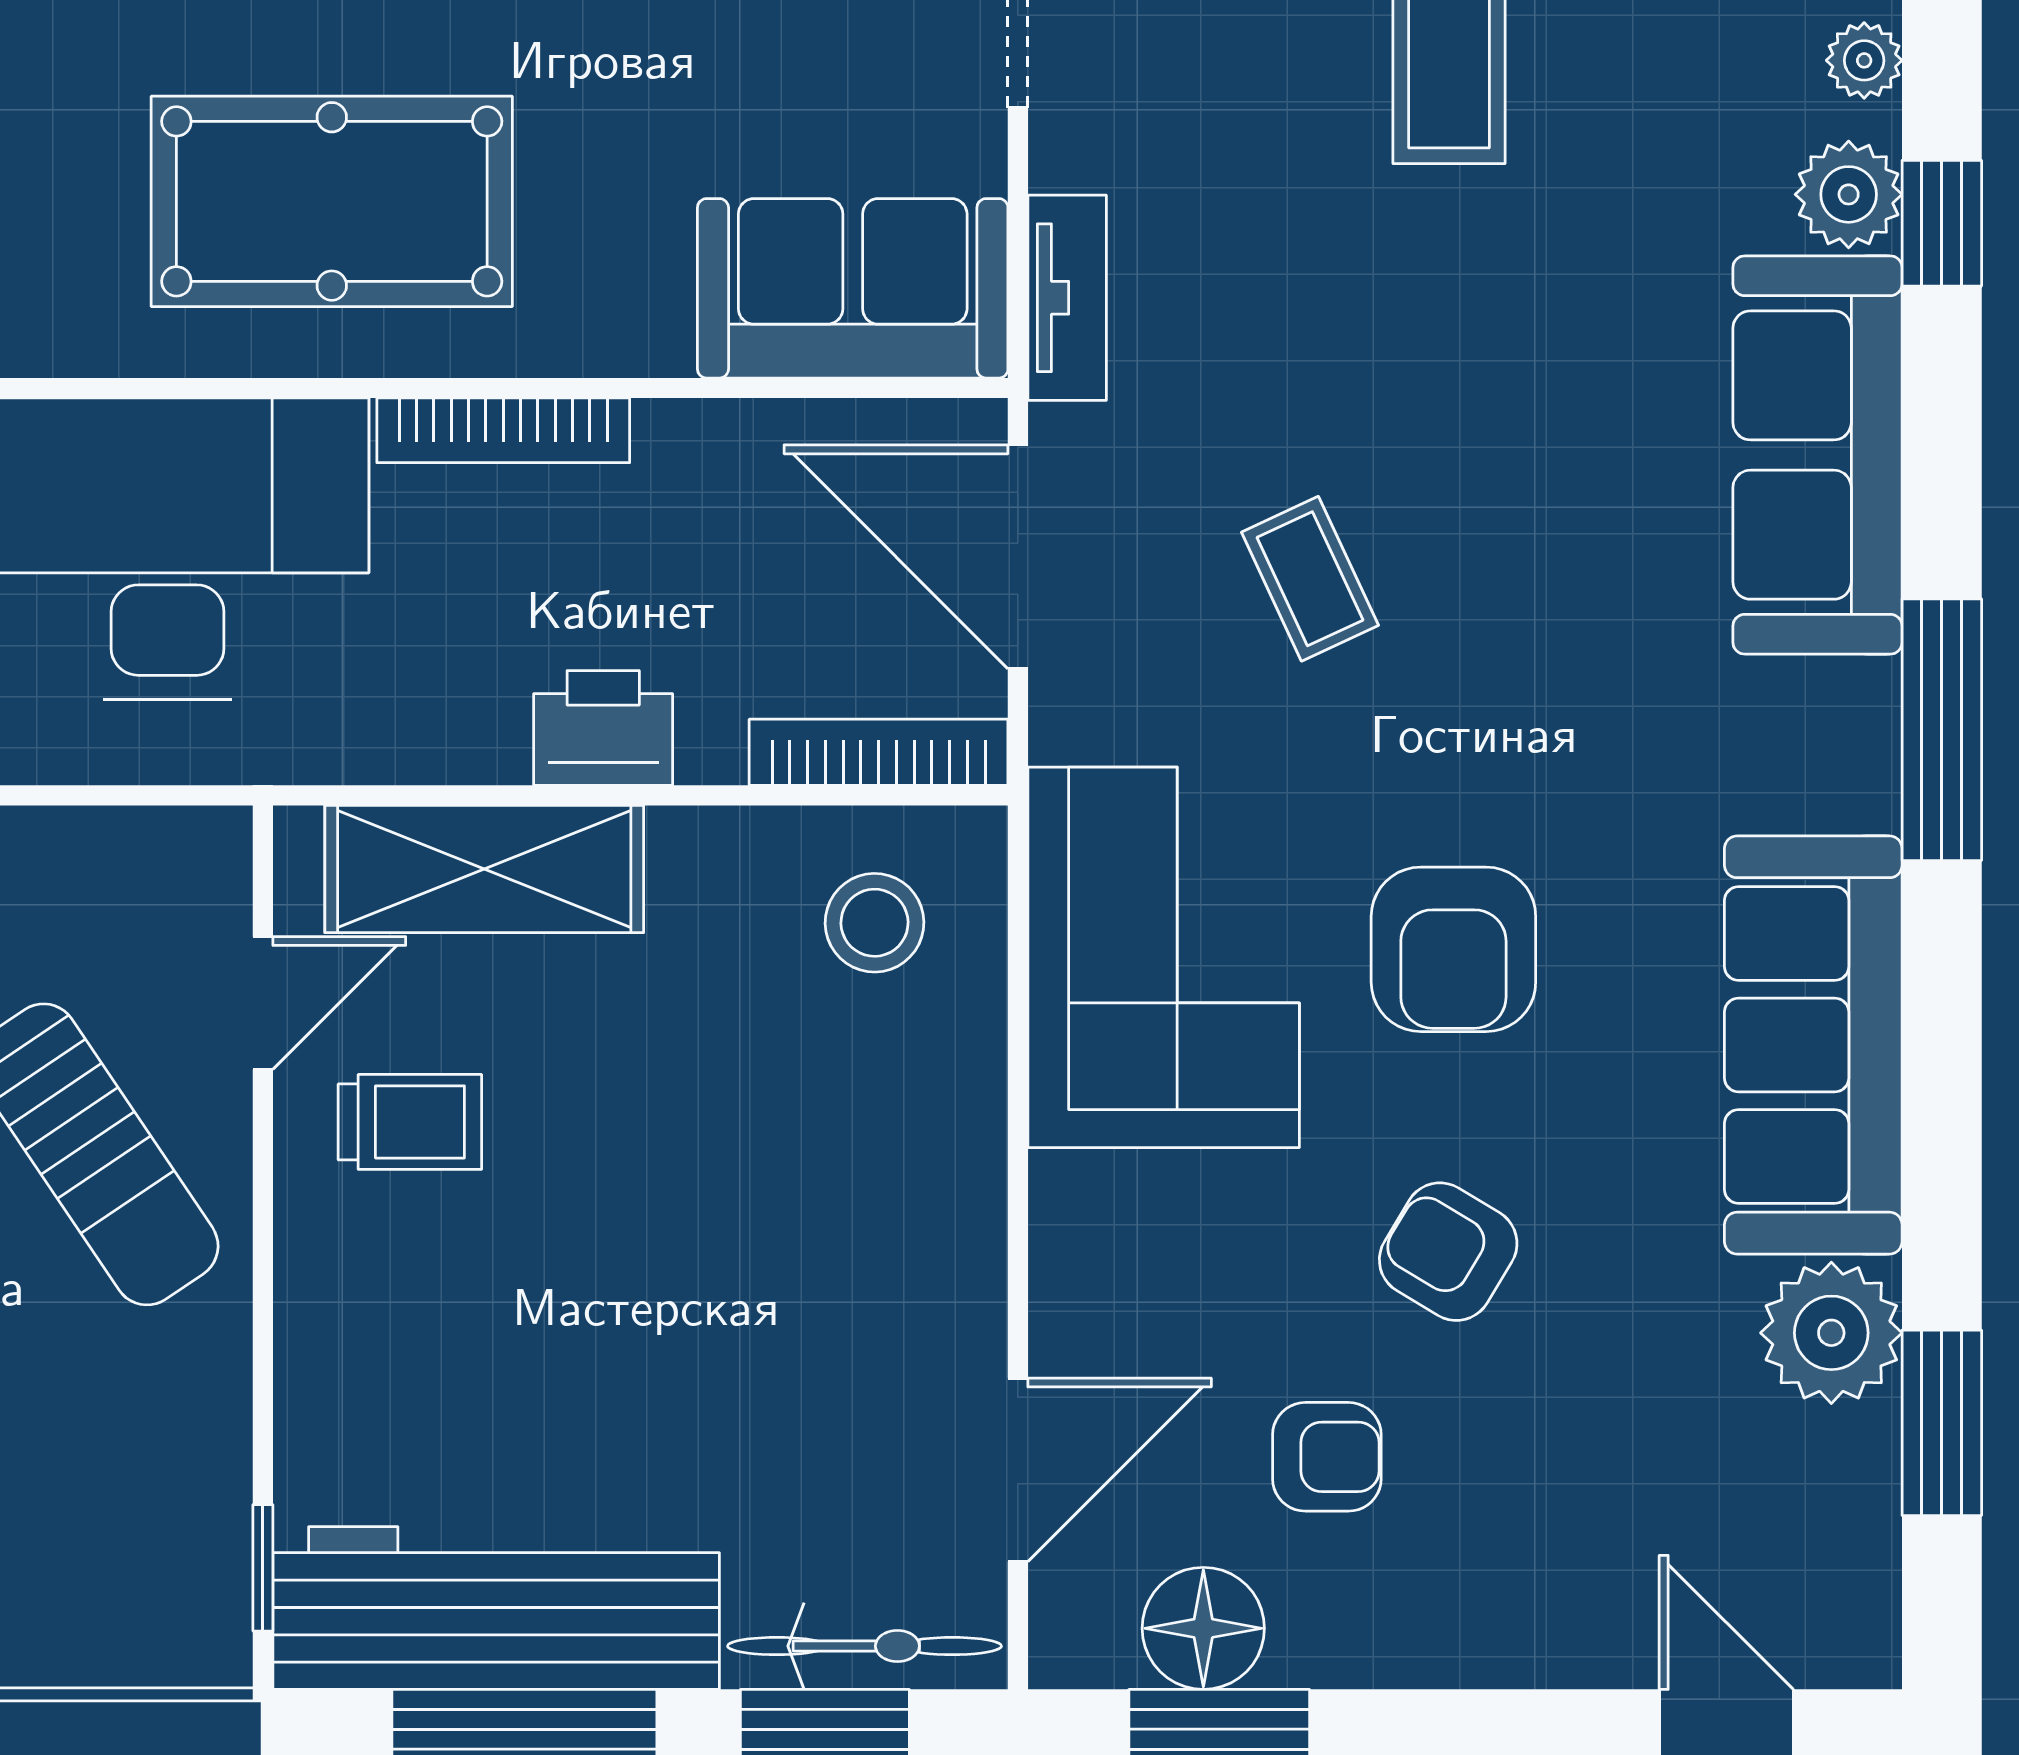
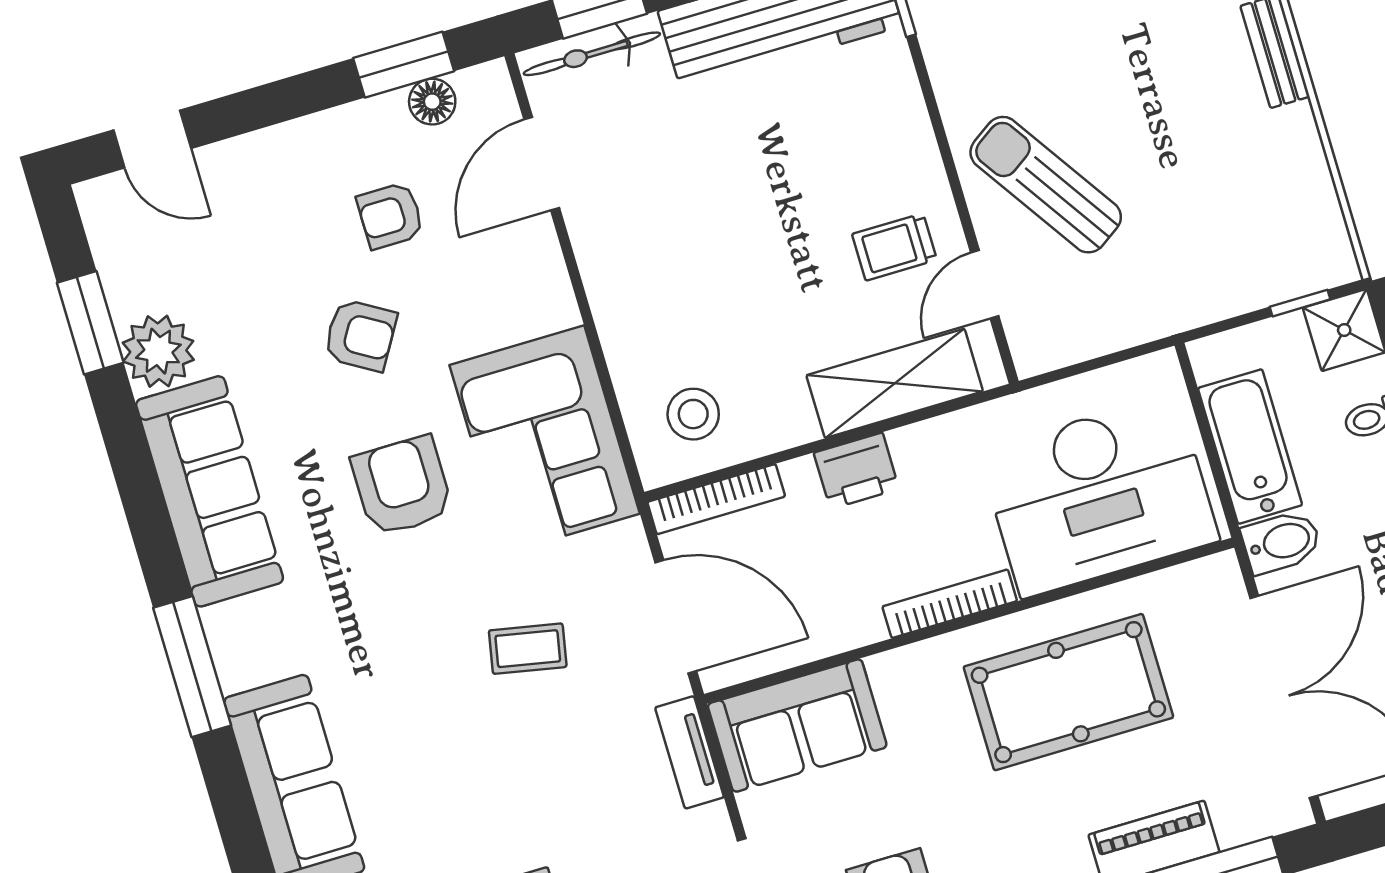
coffee table: (1310, 579) -> (528, 649), turned -54
floor lamp: (1203, 1628) -> (432, 102), width x0.73, depth x0.73

